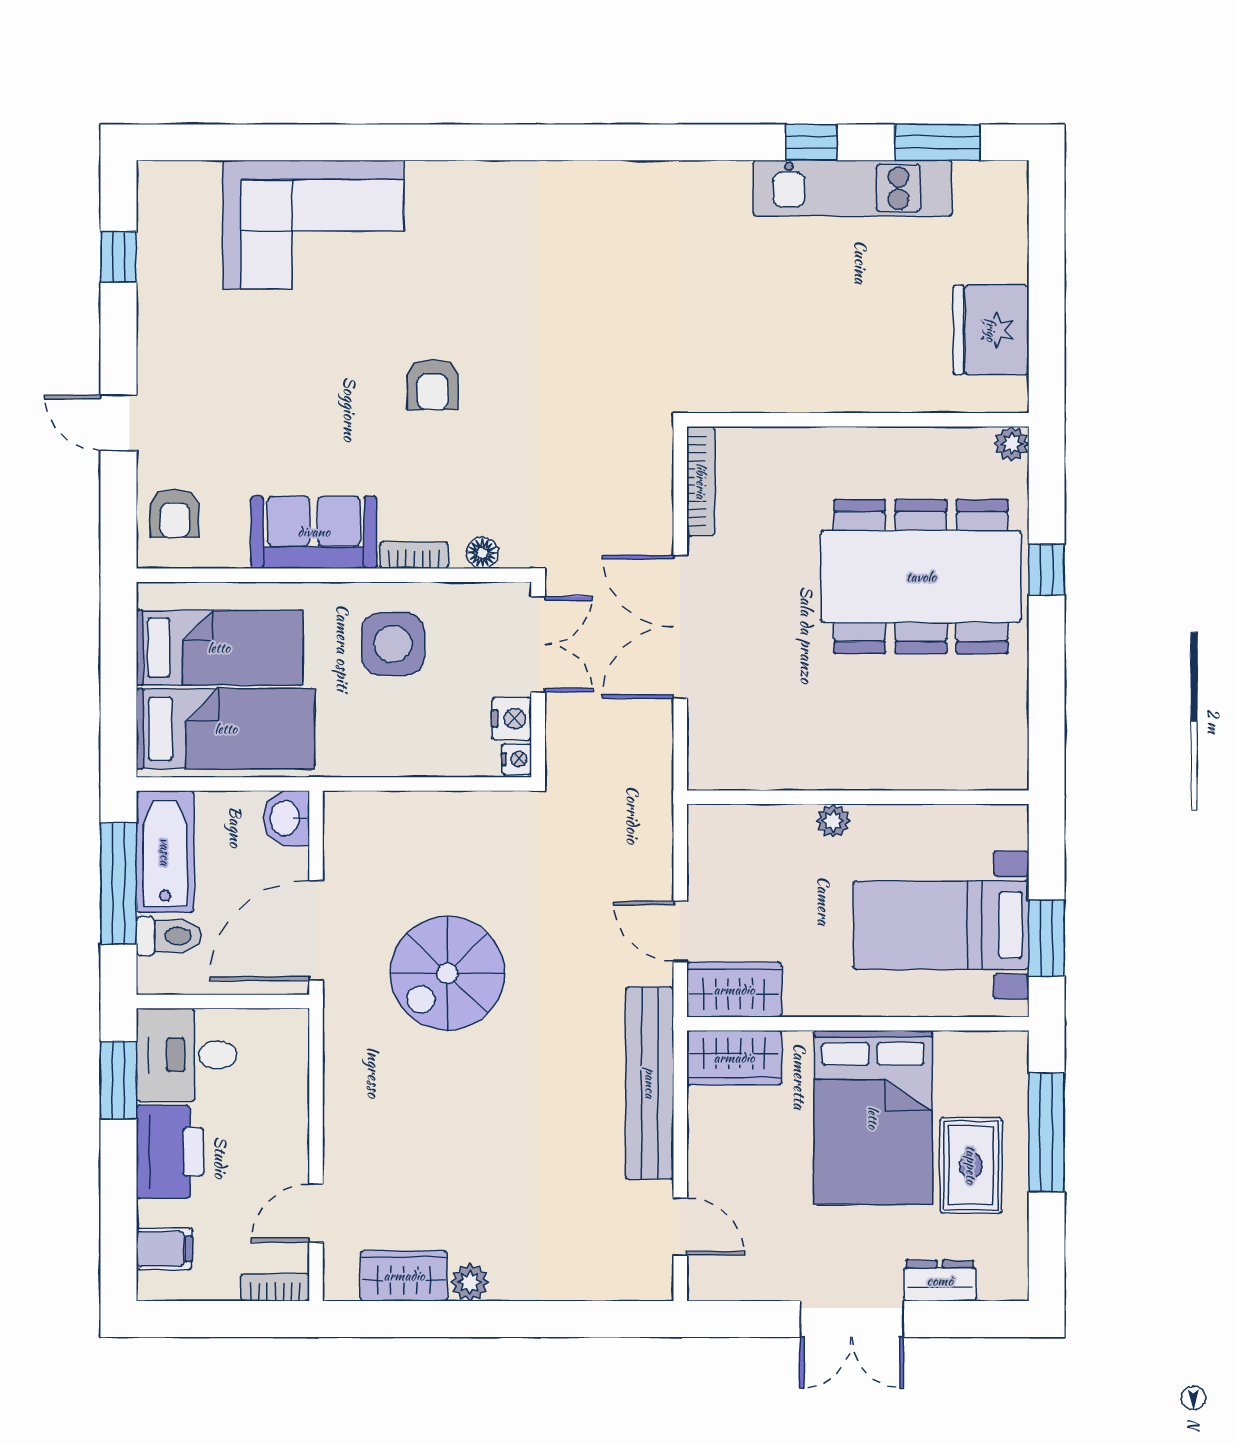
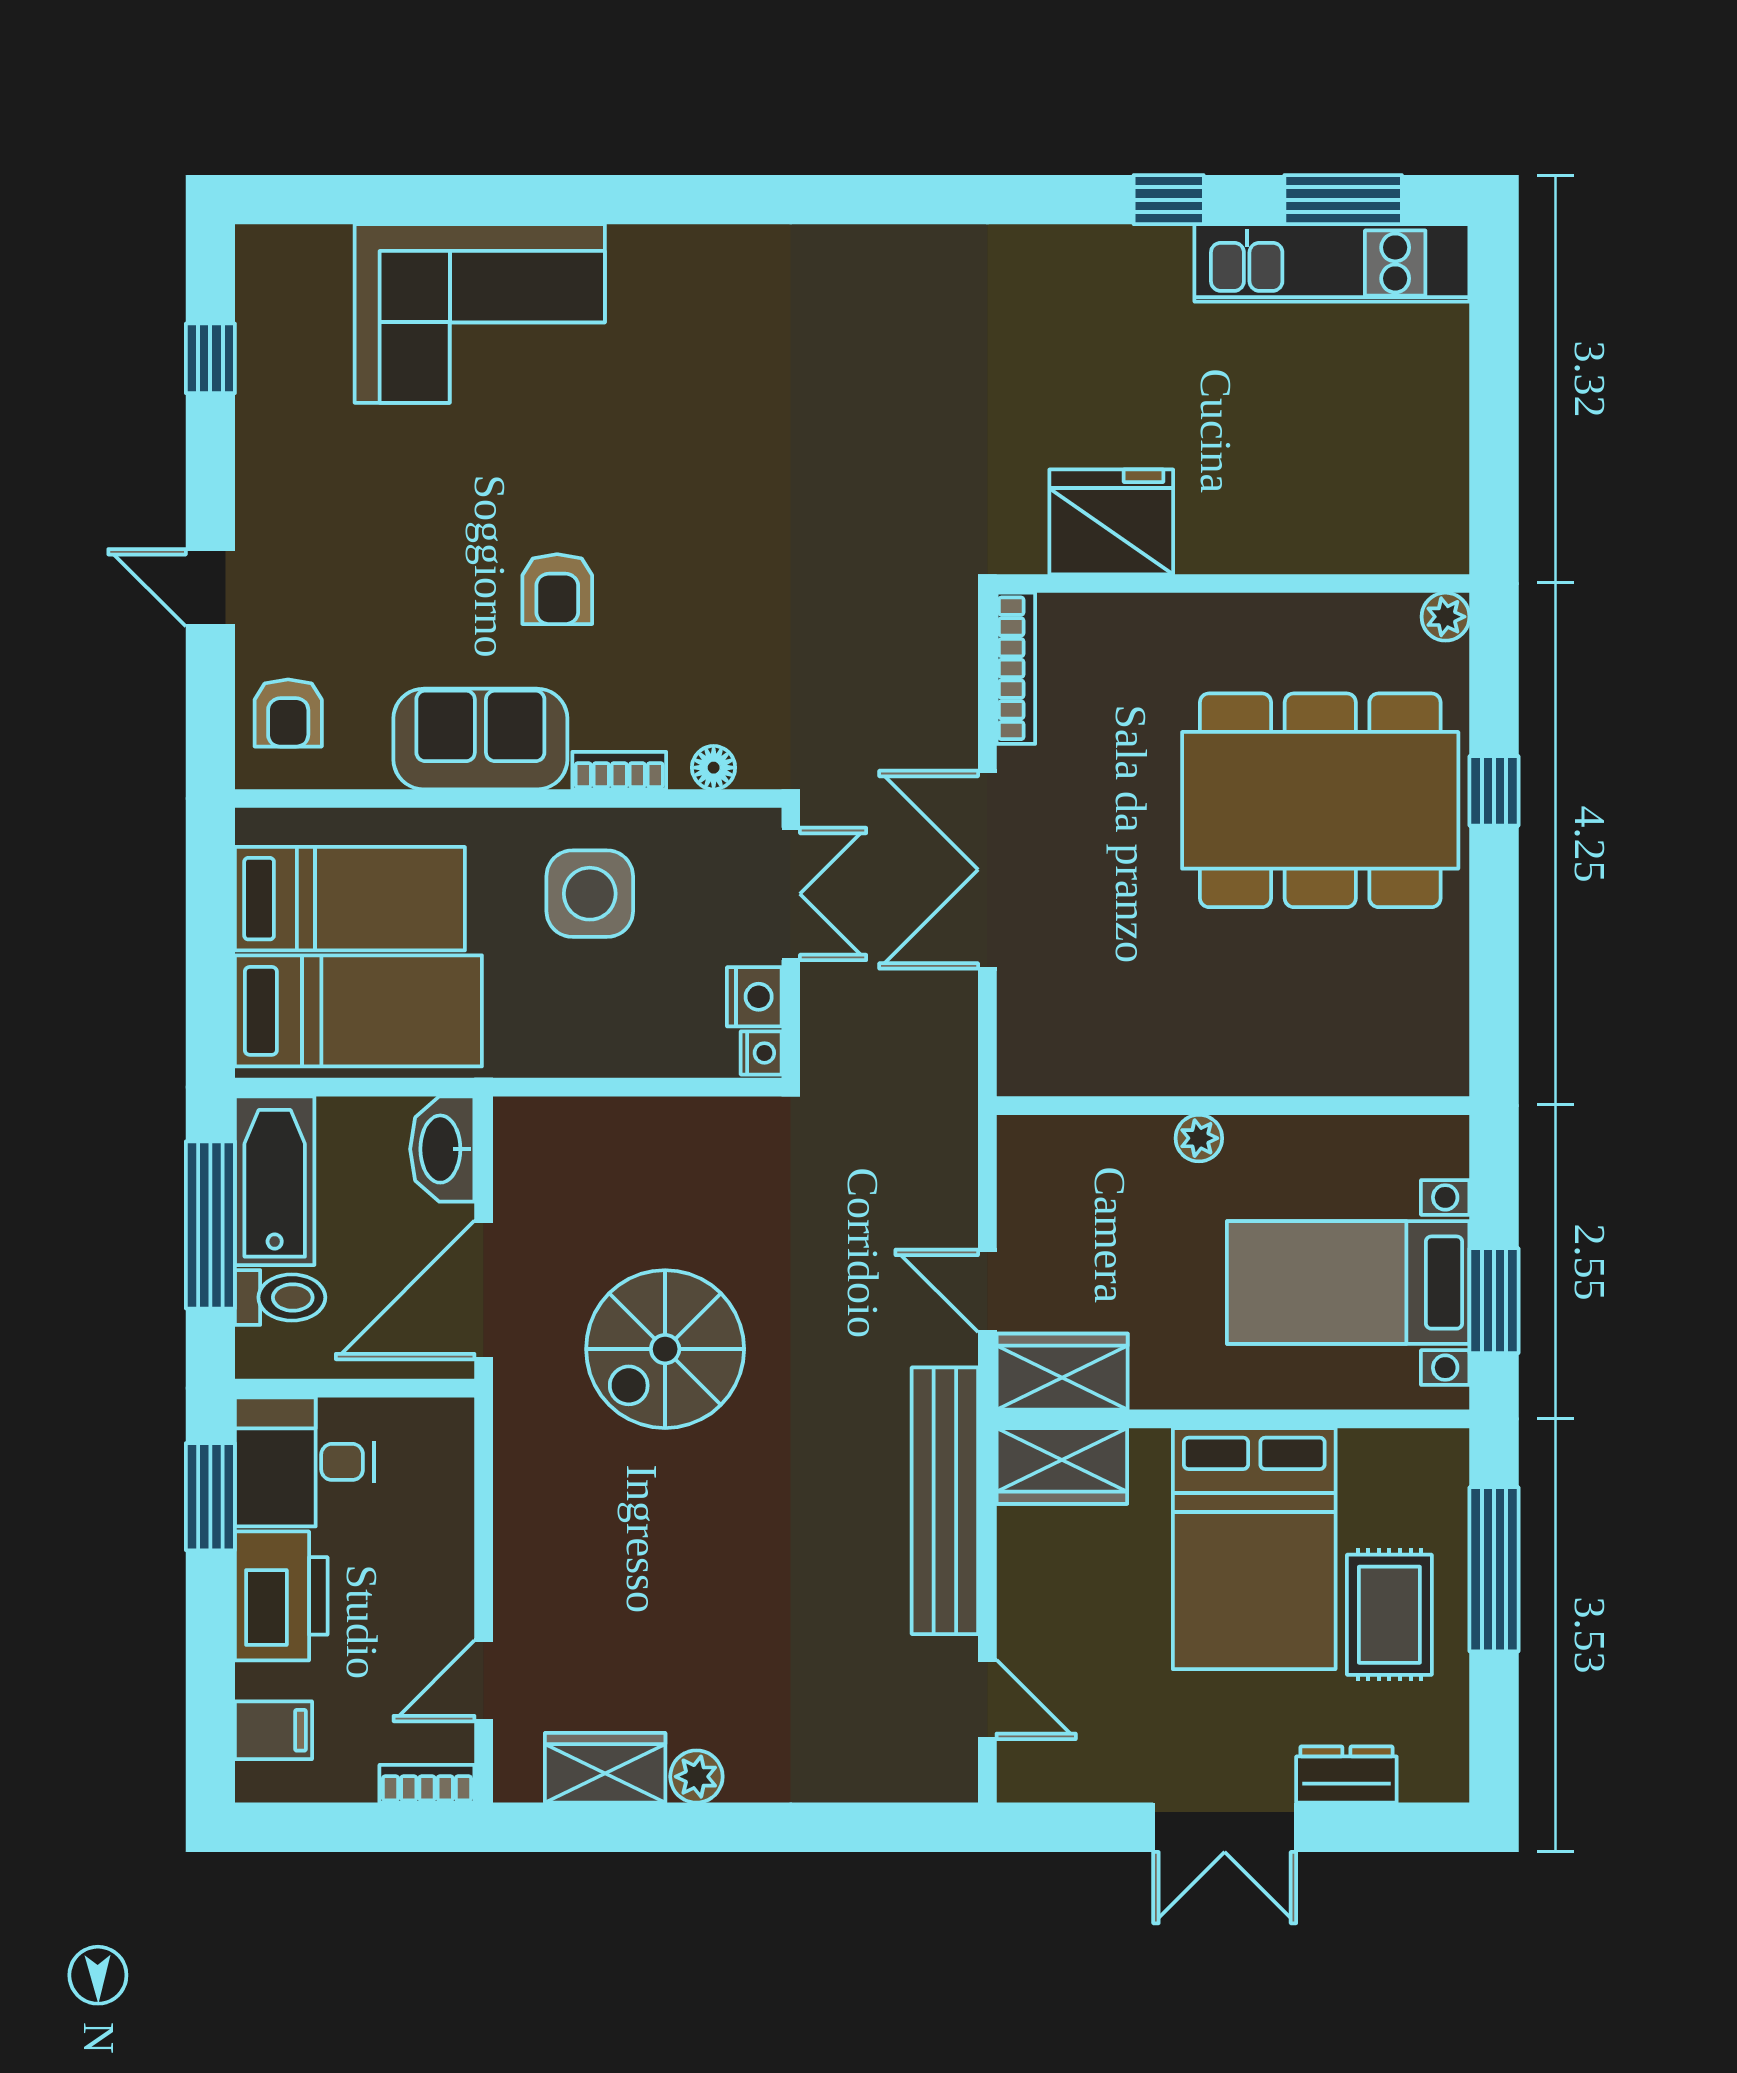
kitchen unit: (853, 188) -> (1332, 263), moved
fridge: (991, 330) -> (1111, 522), moved, turned 90
armchair: (433, 385) -> (557, 589), moved
washbasin: (286, 818) -> (442, 1149), width x1.38

